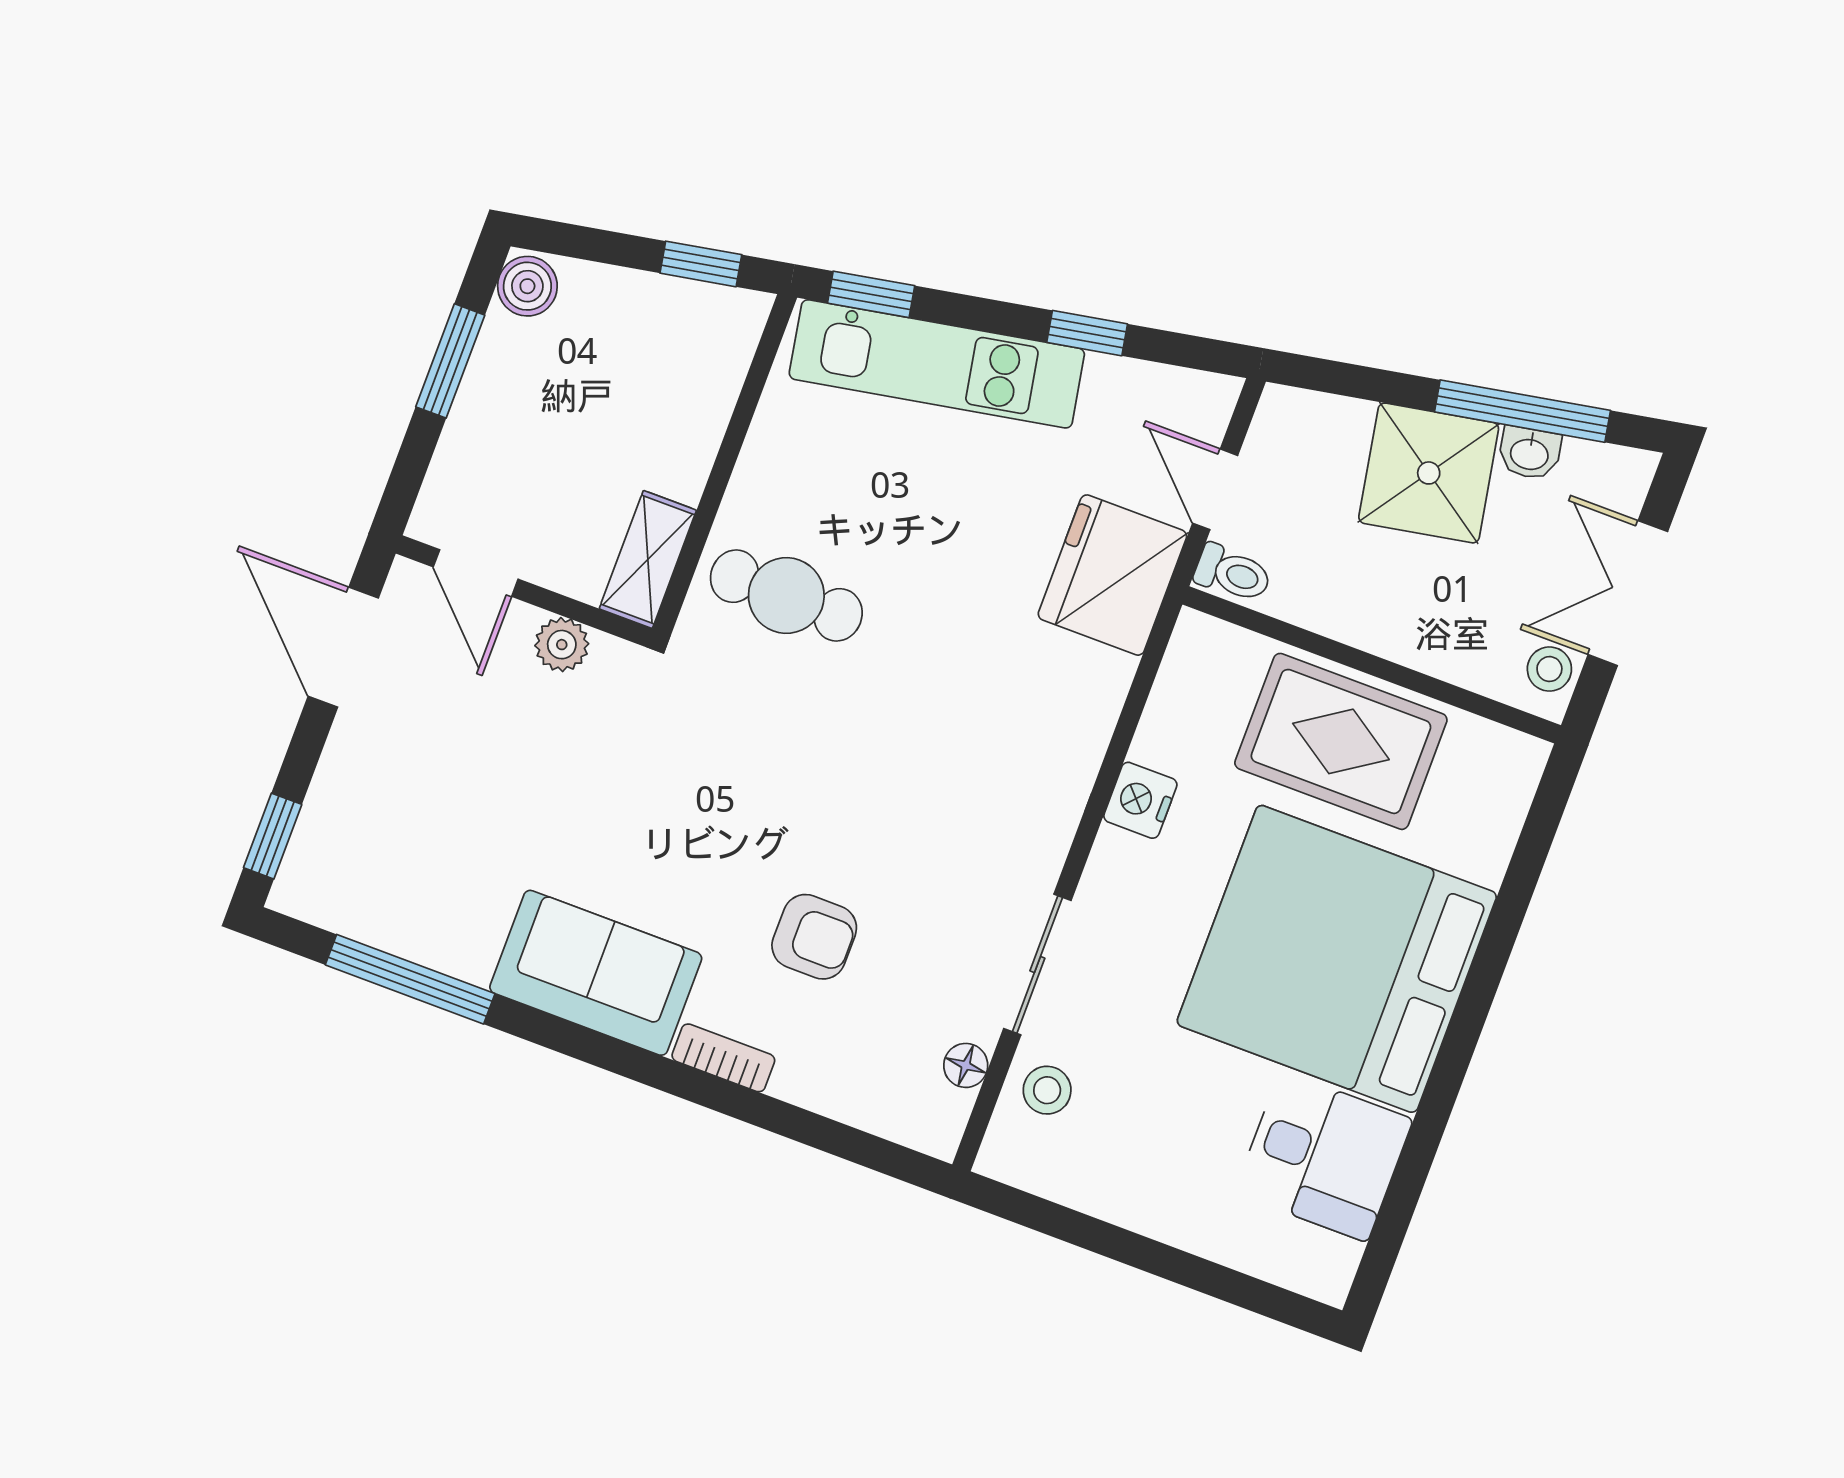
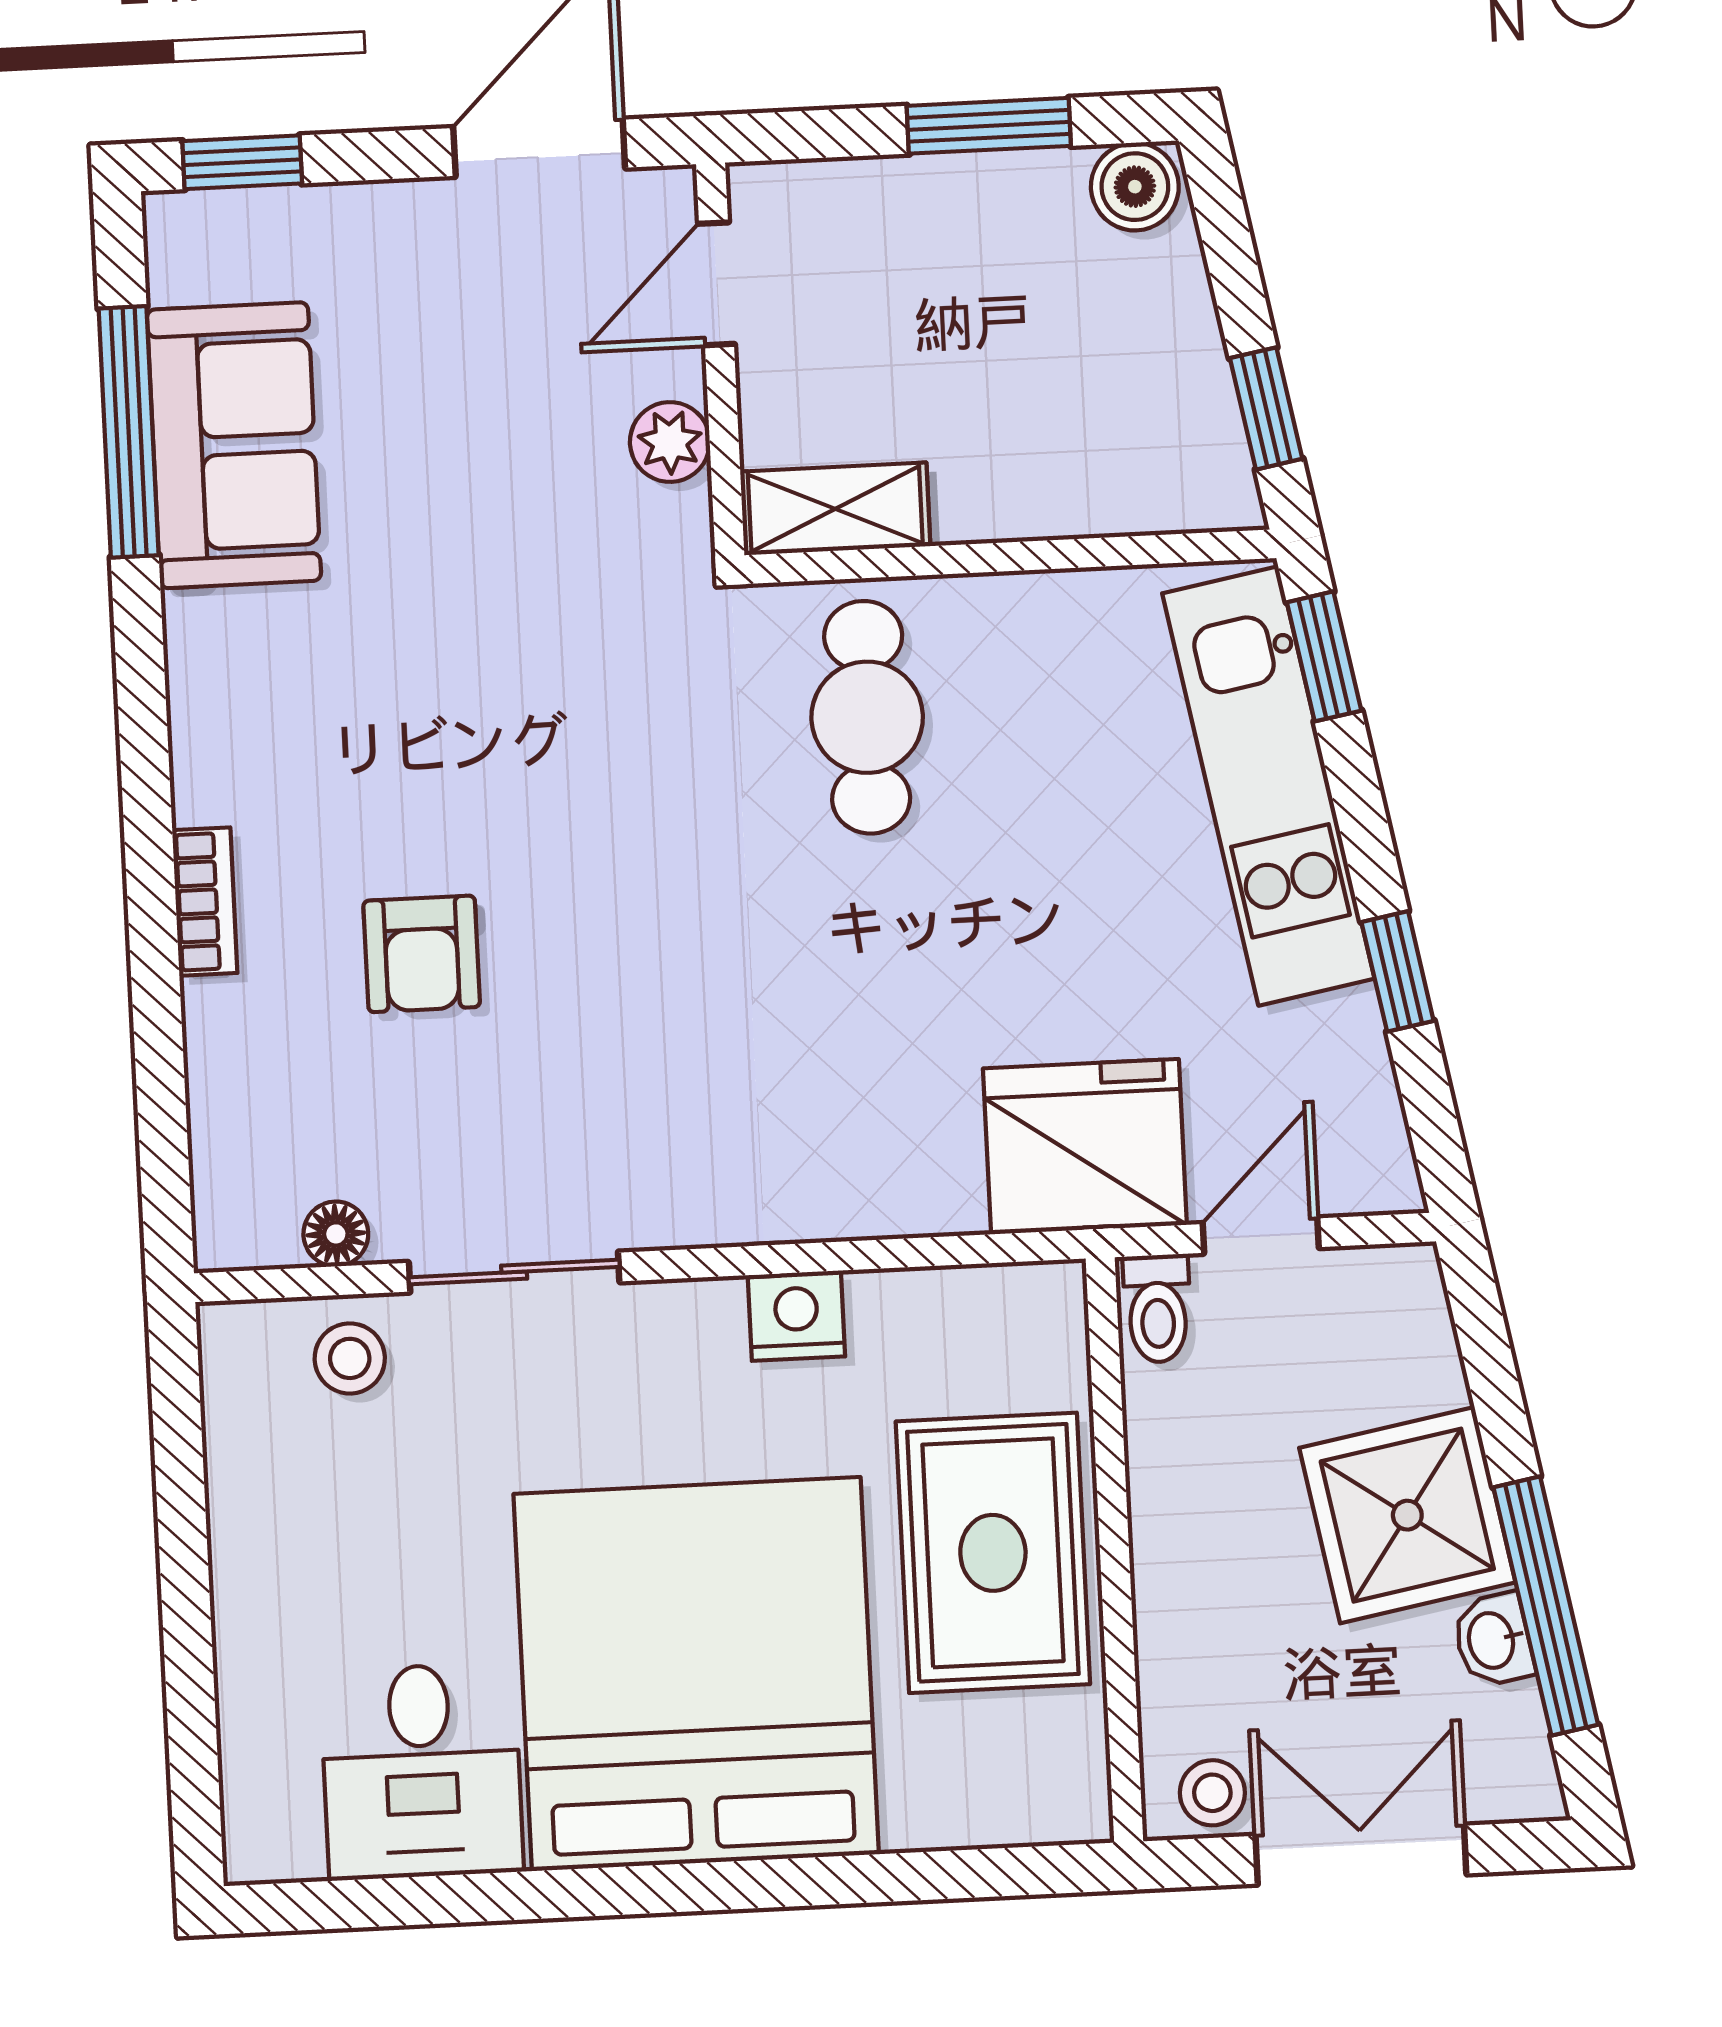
sofa: (596, 973) -> (234, 445), moved

